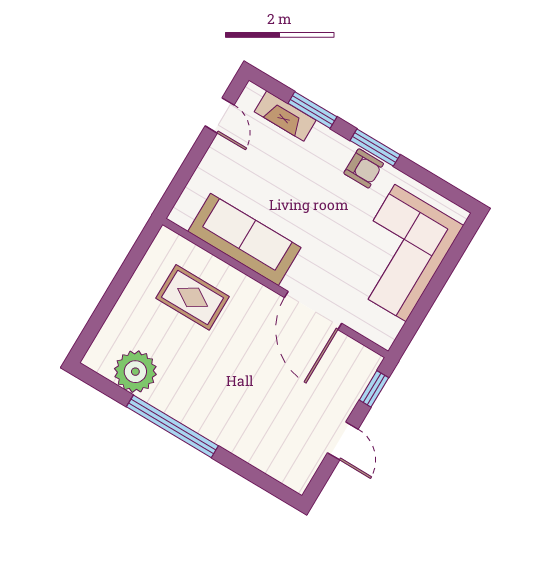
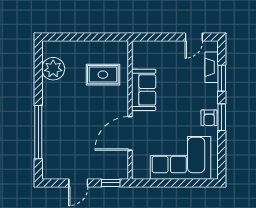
sofa: (244, 239) -> (144, 90), width x0.73
rug: (193, 297) -> (103, 75), turned 90
window: (172, 426) -> (38, 132), moved

